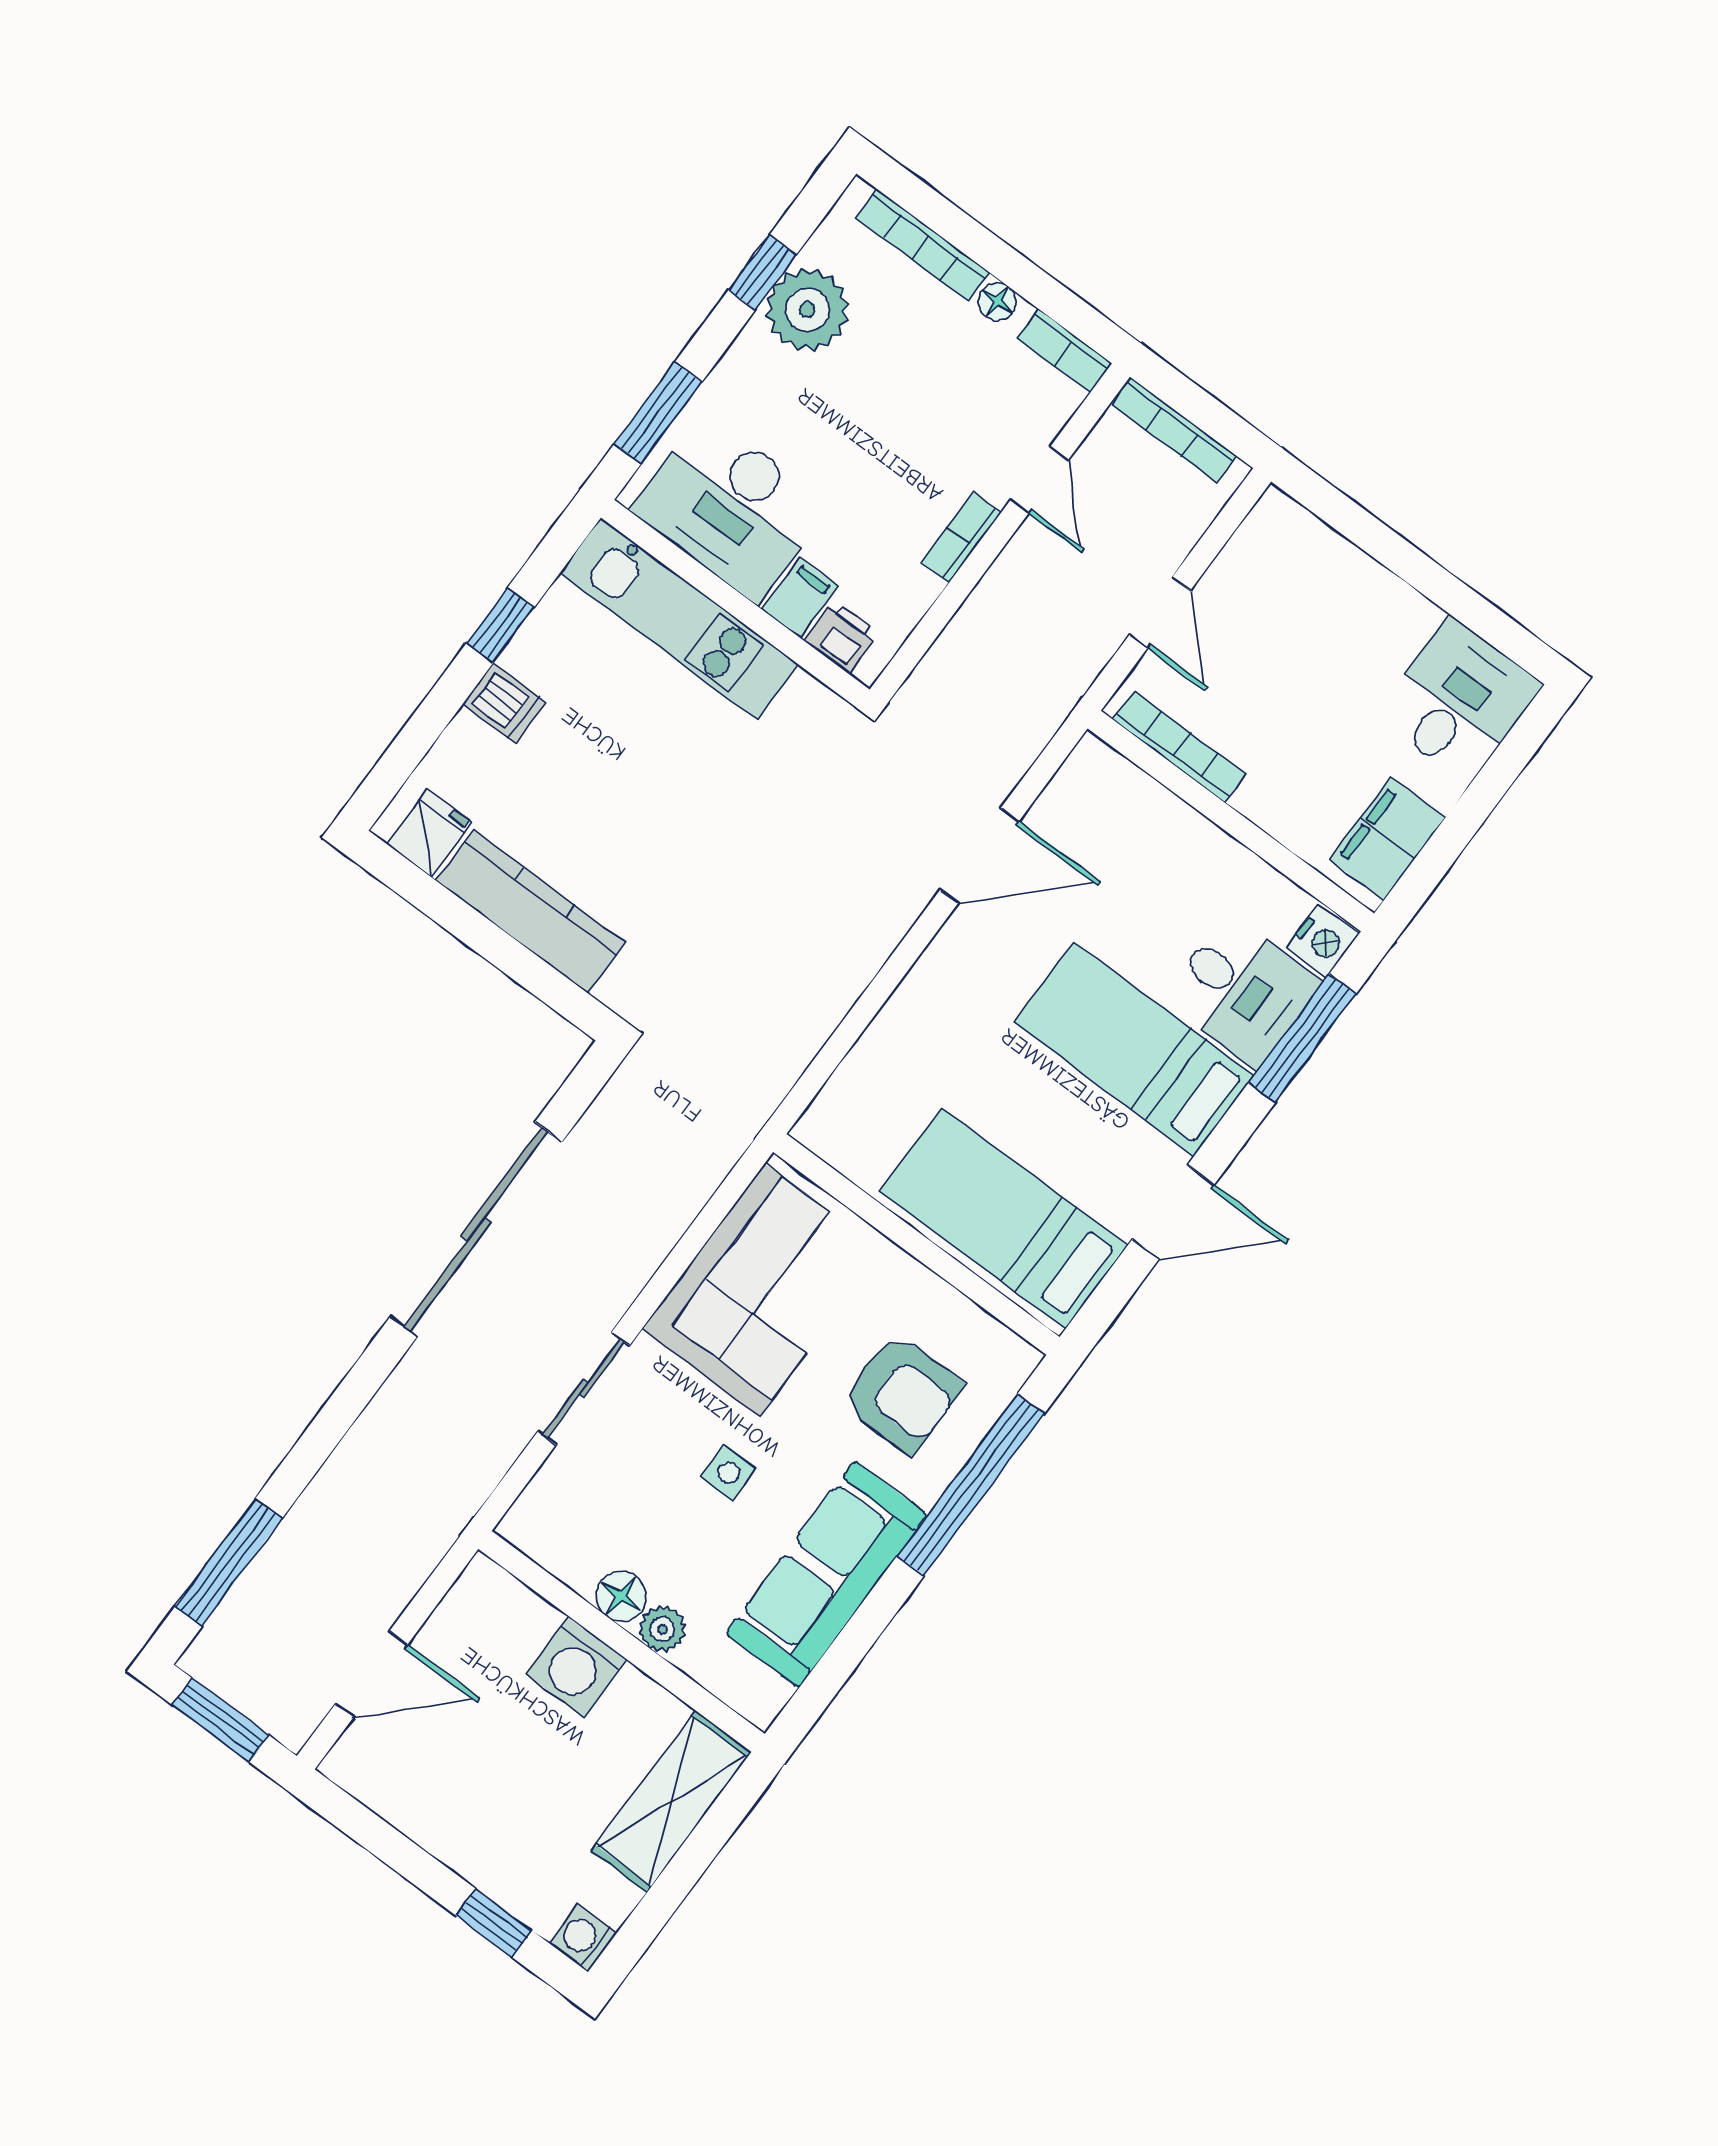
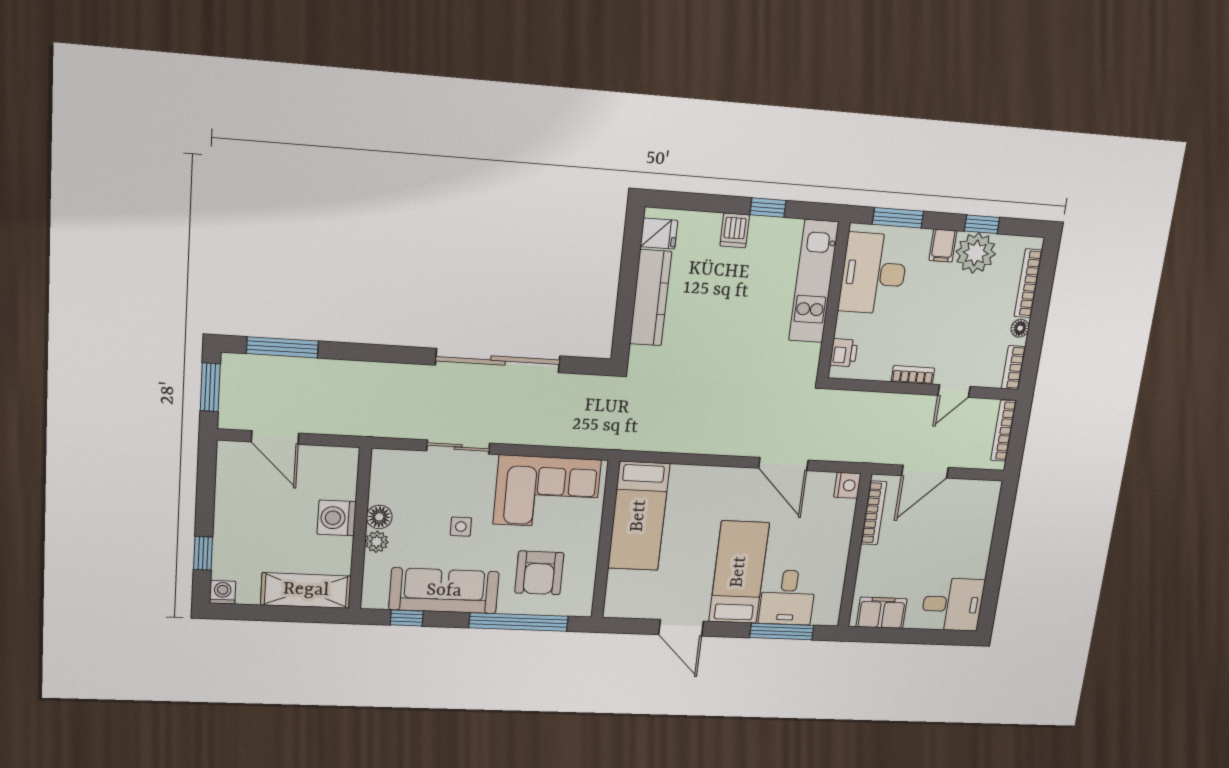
filing cabinet: (800, 598) -> (943, 246), moved, turned 90
door: (1160, 613) -> (925, 472), width x1.38
nightstand: (1322, 941) -> (847, 485), moved, turned -90
bed: (1004, 1218) -> (639, 516), moved, turned 180
window: (835, 1668) -> (407, 618), added

